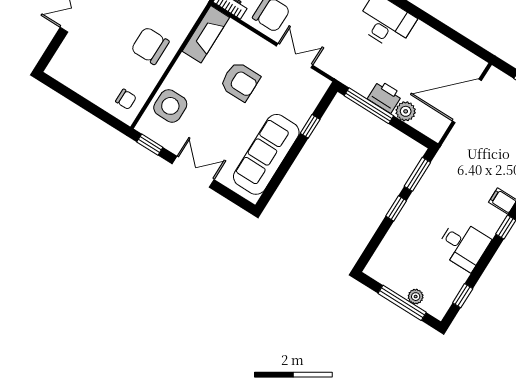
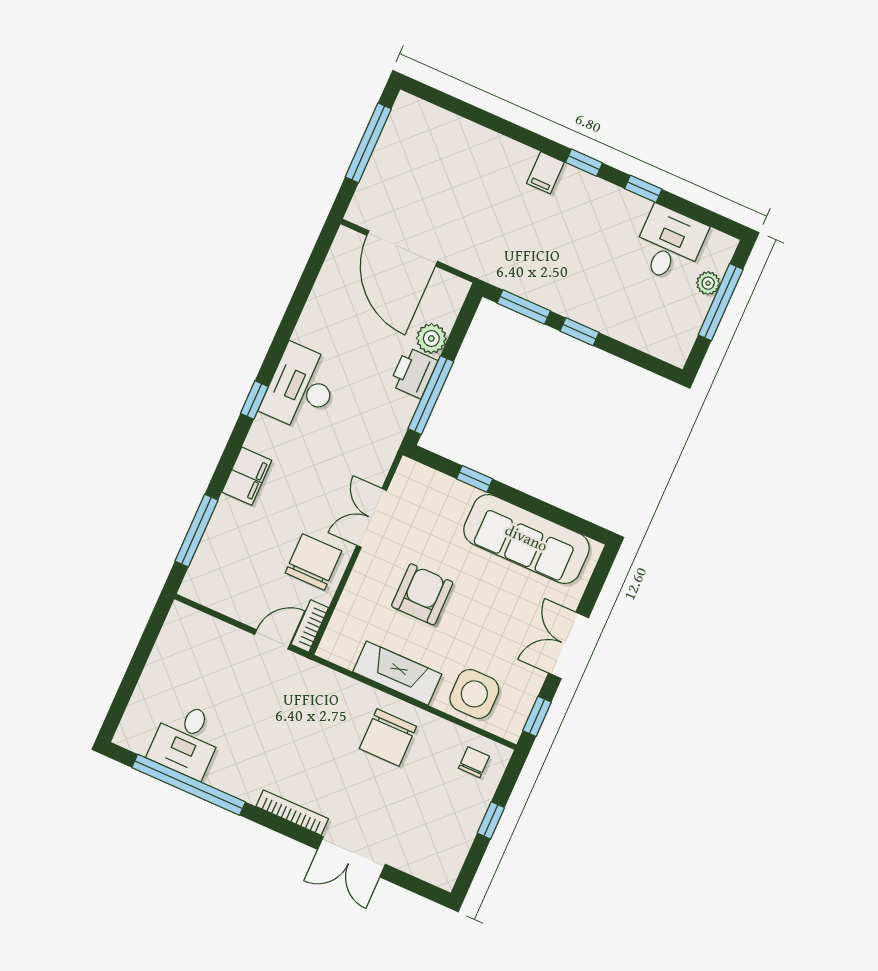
fireplace: (206, 34) -> (397, 673), moved
window: (86, 105) -> (491, 820), added
desk: (463, 245) -> (669, 244), moved
window: (463, 296) -> (643, 189), moved

